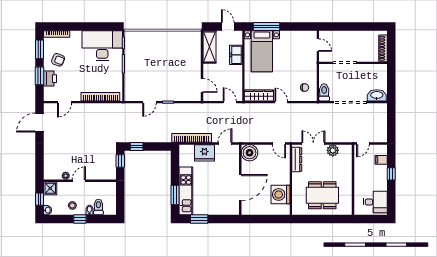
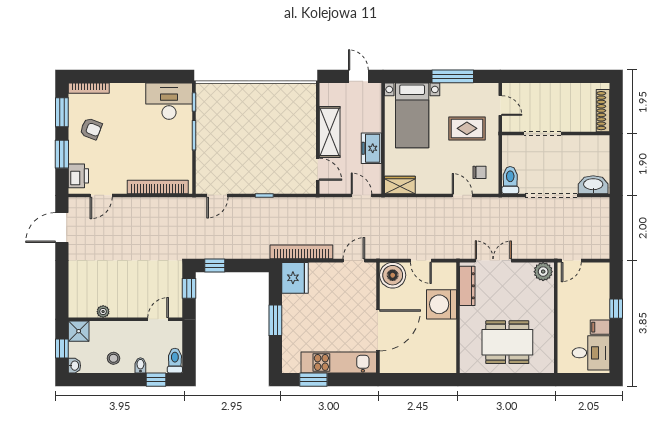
window: (267, 27) -> (453, 76), moved
desk: (102, 46) -> (169, 101), width x0.73, depth x0.77
shelving: (210, 47) -> (330, 132), moved
freezer: (236, 55) -> (371, 148), moved
rug: (297, 60) -> (467, 128), added
printer: (50, 79) -> (78, 176), moved
wardrobe: (259, 95) -> (400, 185), width x0.67
door: (149, 102) -> (217, 195), moved
door: (281, 102) -> (462, 195), moved
door: (279, 143) -> (421, 261), moved
plant: (333, 150) -> (543, 272), moved
fridge: (204, 153) -> (295, 278), moved, turned -90
filing cabinet: (381, 160) -> (600, 327), moved
door: (79, 181) -> (158, 319), moved
kitchen unit: (186, 191) -> (339, 362), moved, turned -90
washing machine: (281, 194) -> (442, 304), moved
window: (175, 195) -> (275, 320), moved
toilet: (98, 207) -> (175, 361), moved
window: (80, 219) -> (156, 380), moved

